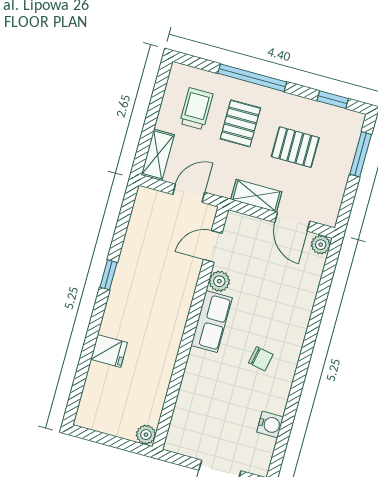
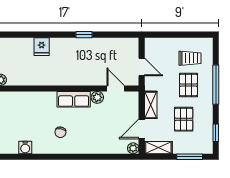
pallet: (240, 123) -> (188, 85), turned 90
shelving: (158, 155) -> (158, 148), moved

